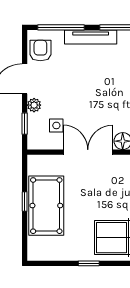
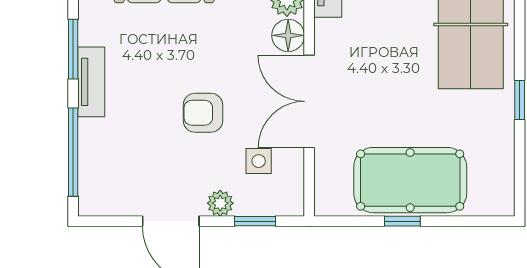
tv unit: (91, 37) -> (91, 82), width x0.71
armchair: (40, 51) -> (203, 113), moved

